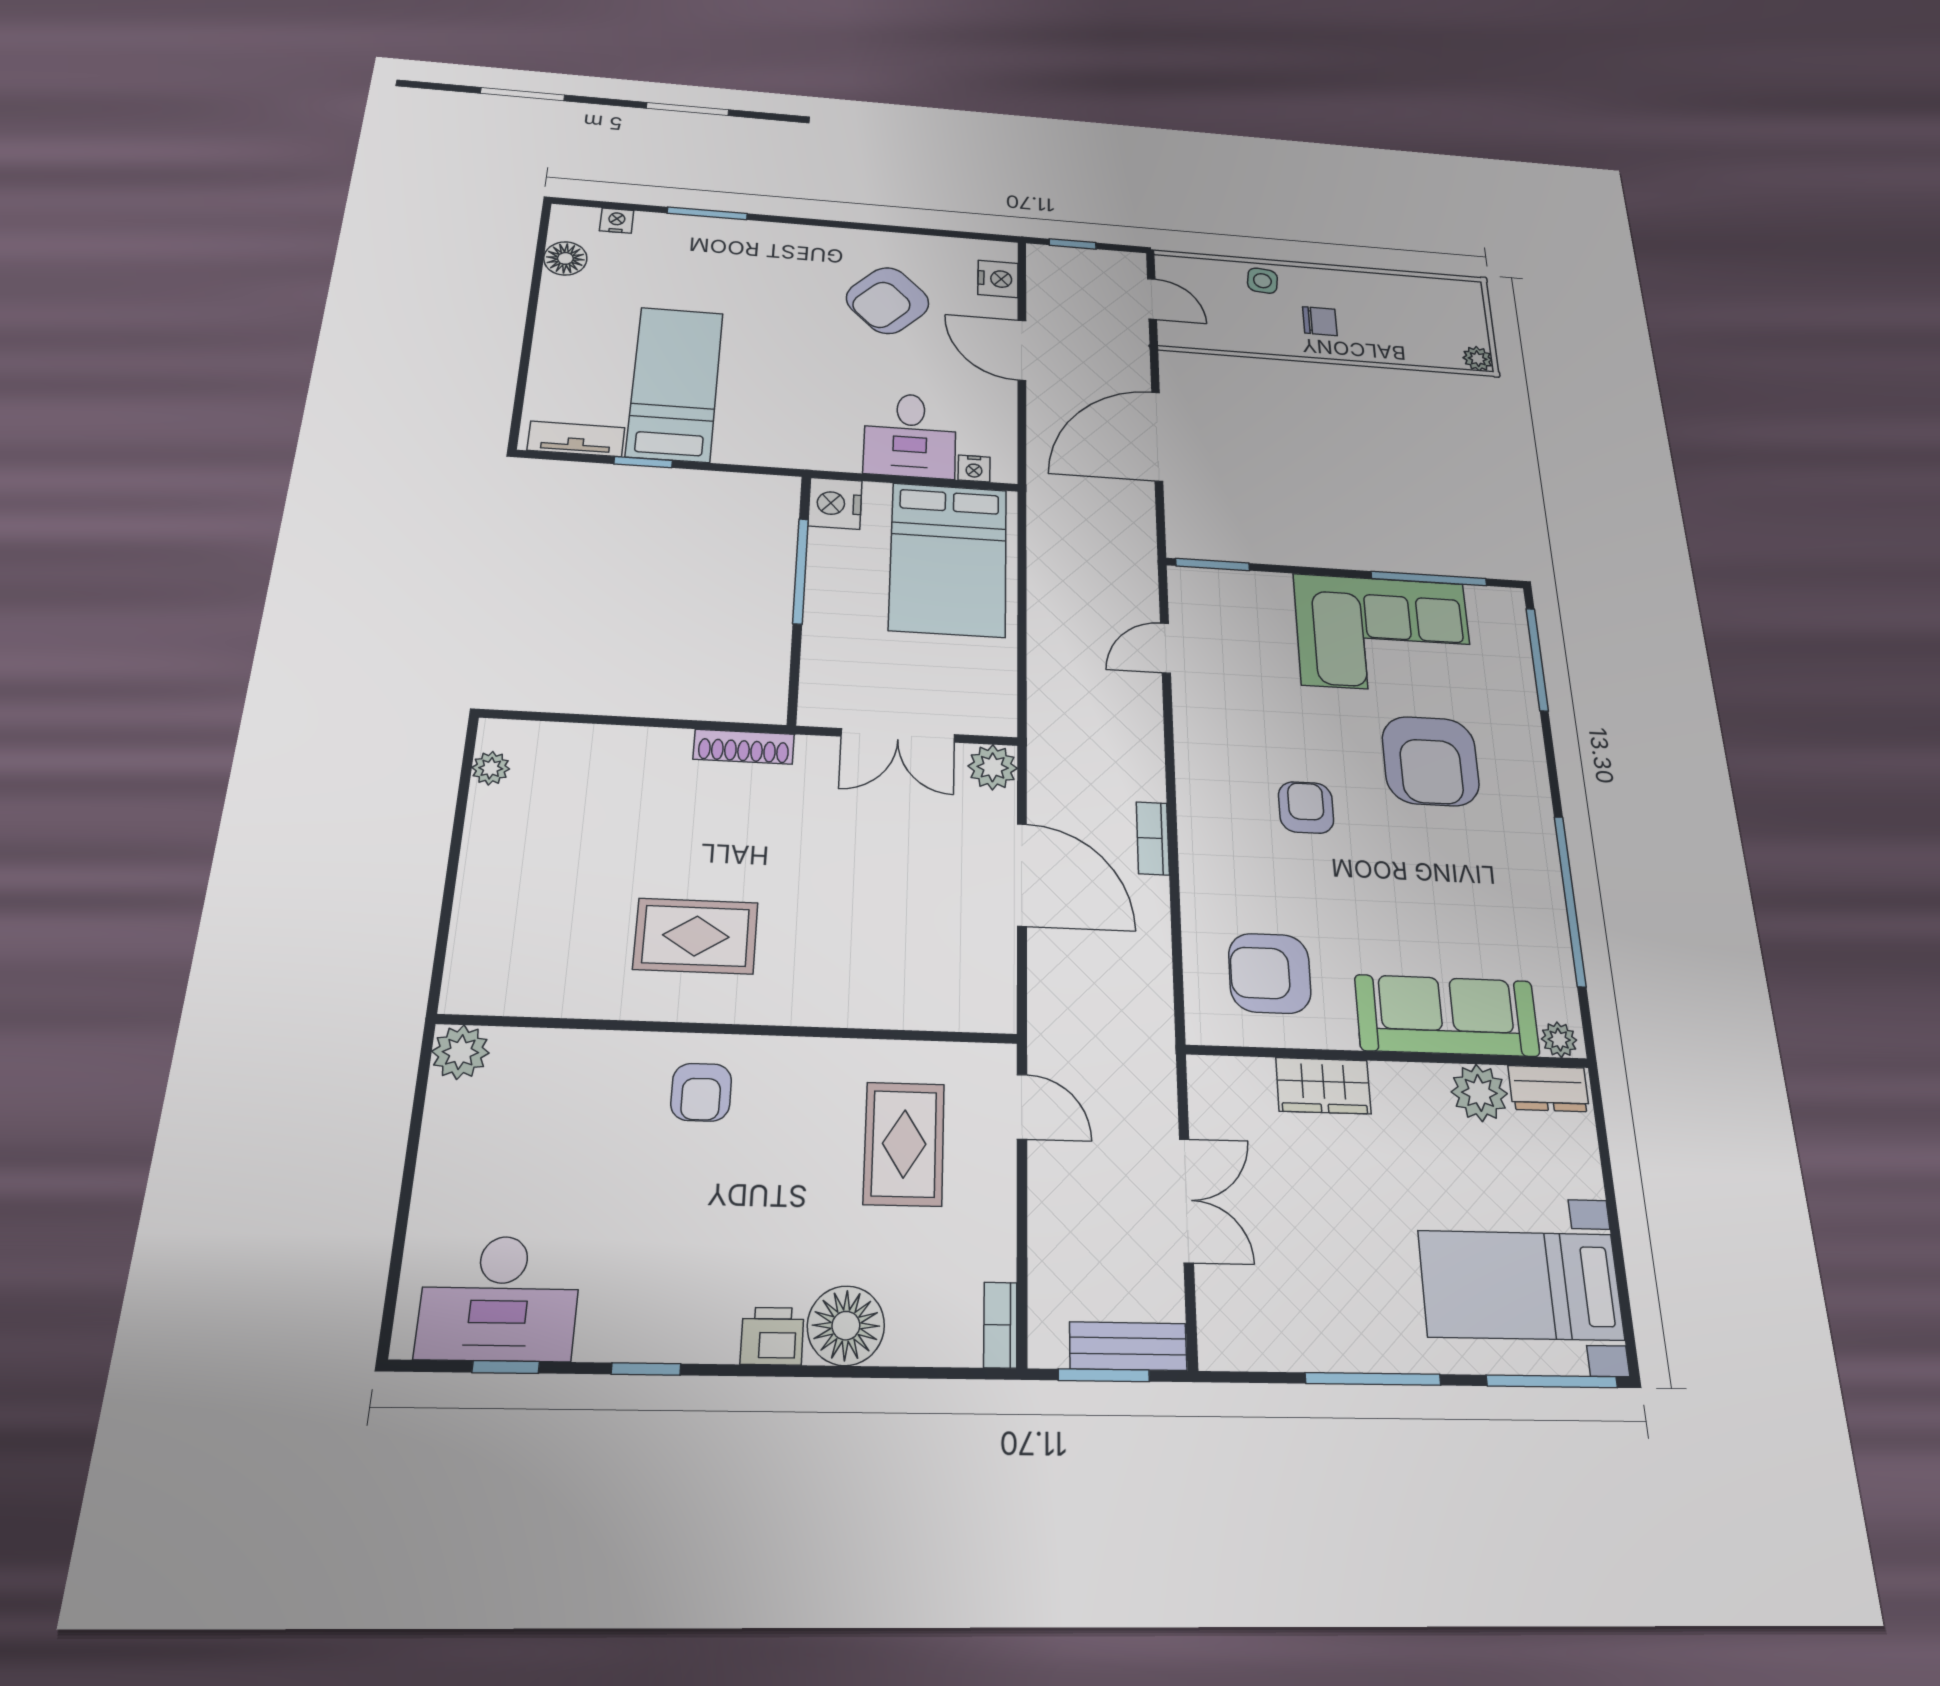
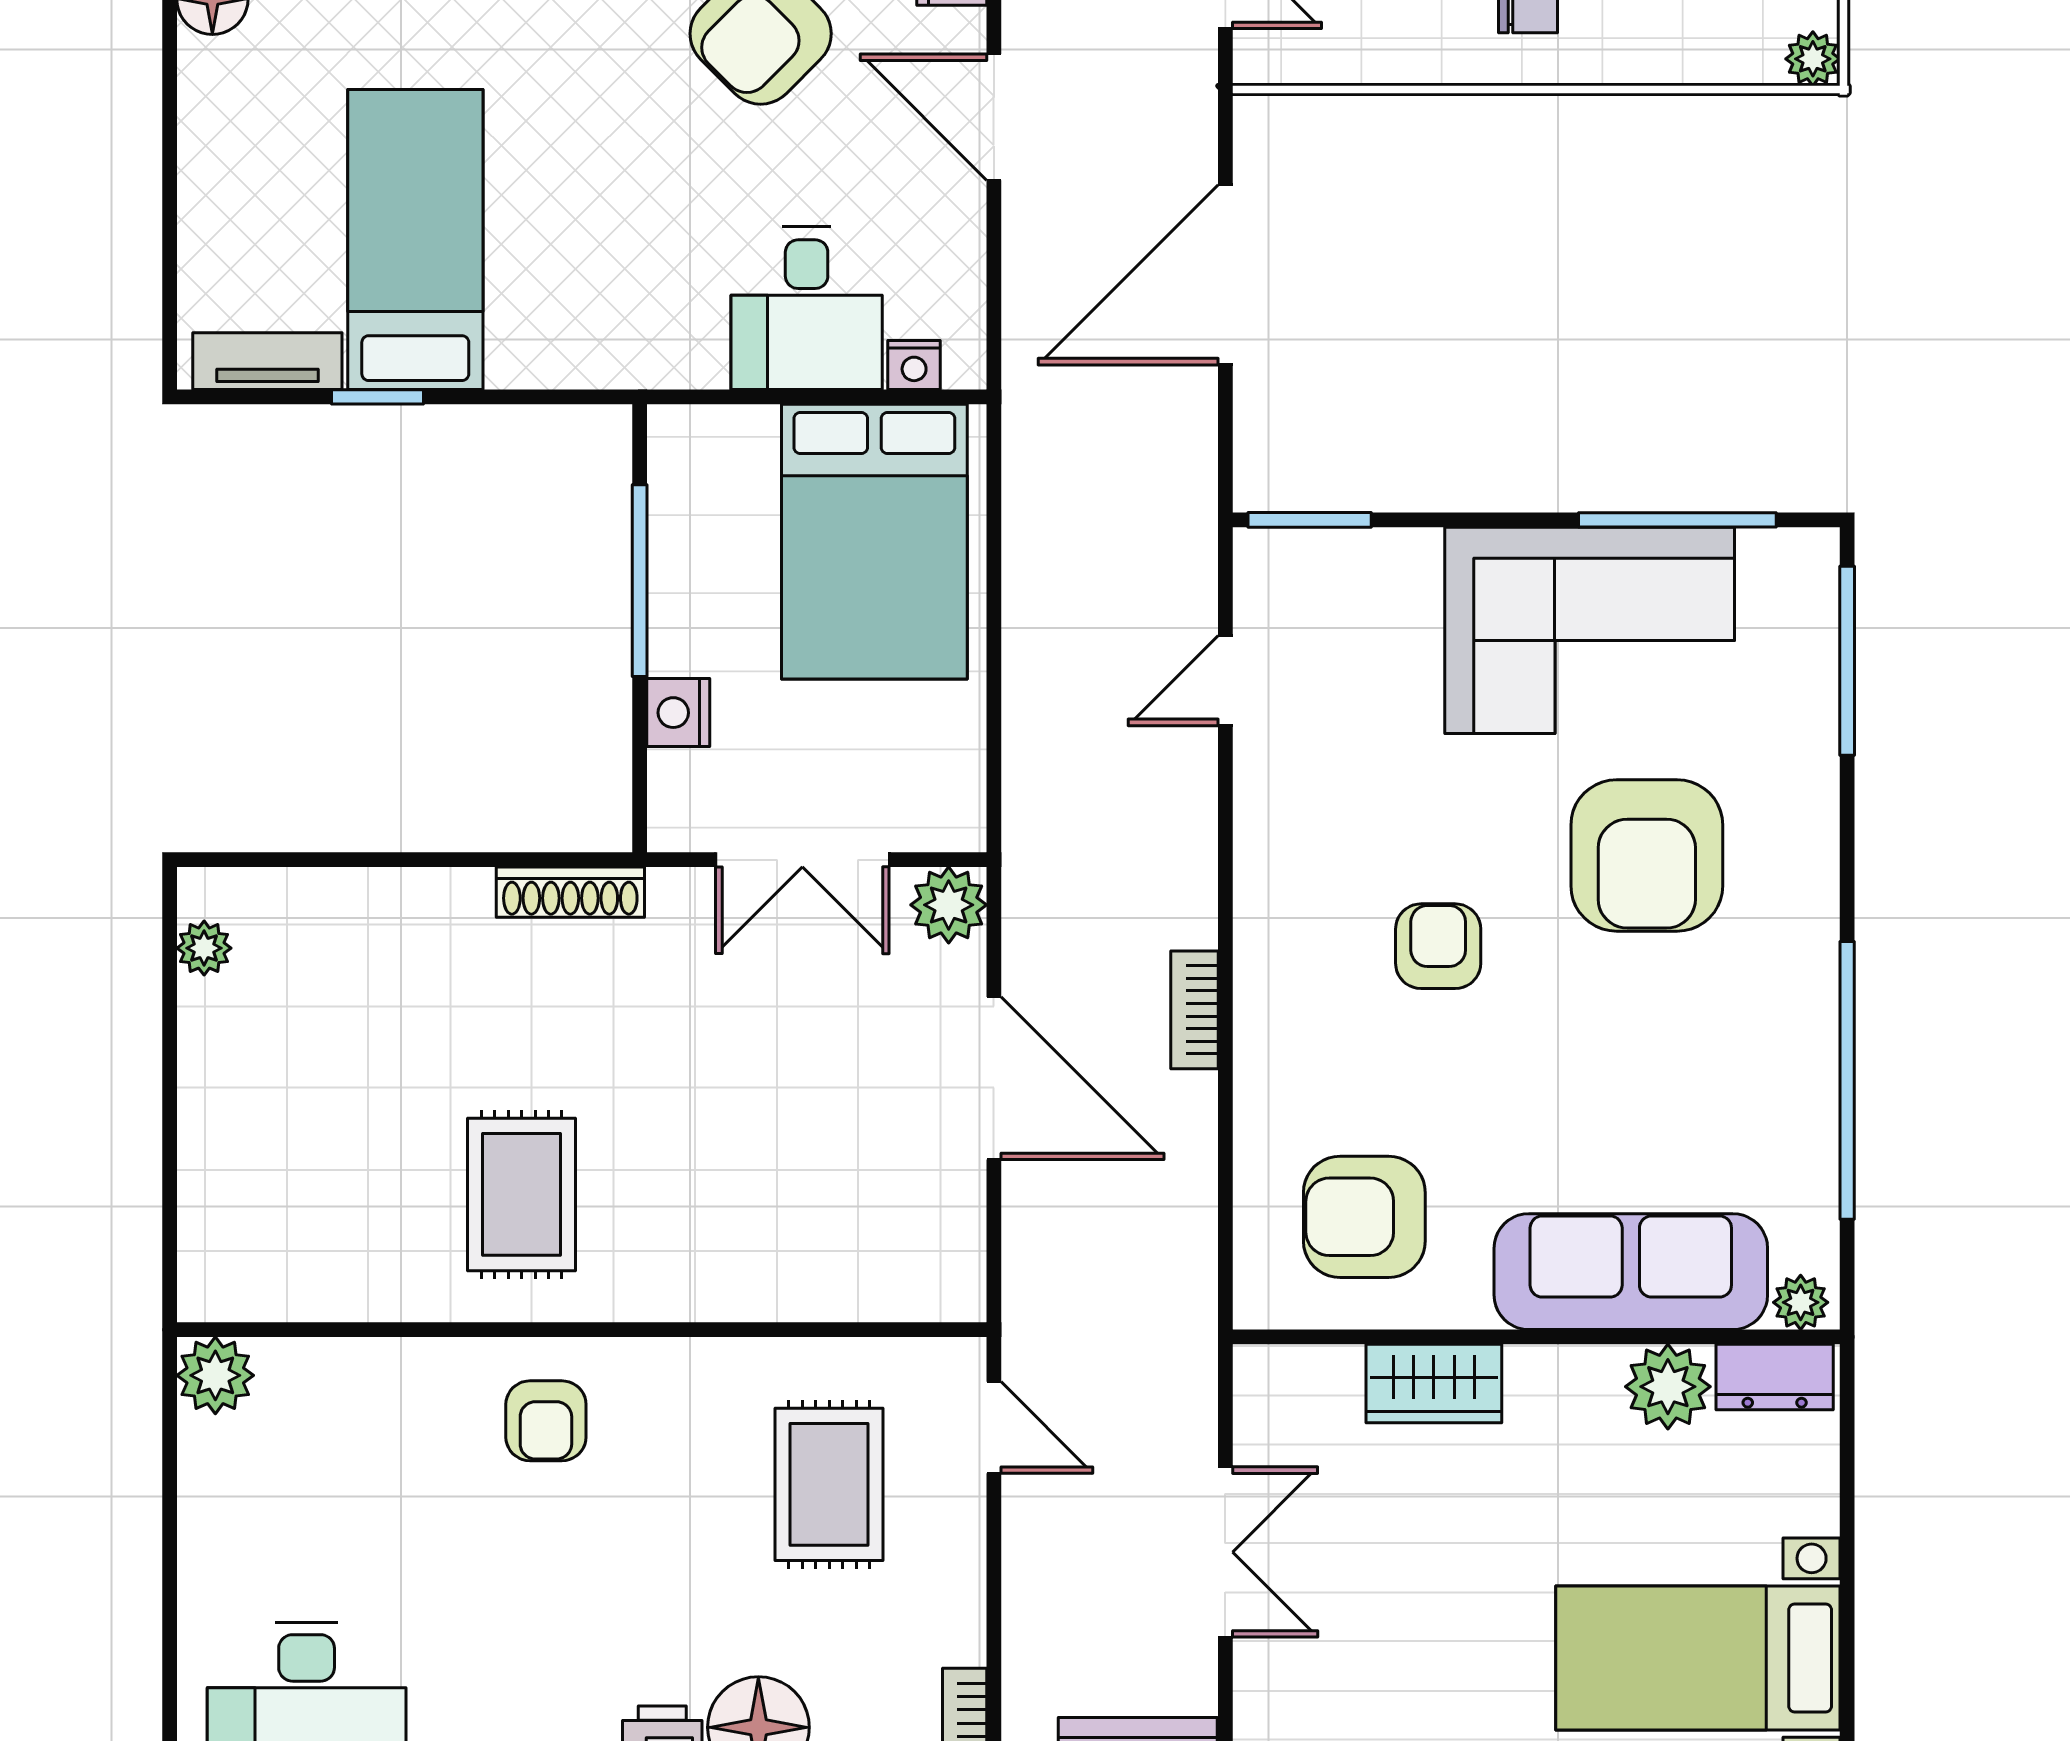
nightstand: (835, 503) -> (678, 713), moved, width x0.74, depth x0.75
rug: (696, 936) -> (522, 1194), turned 90

